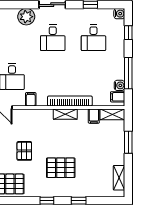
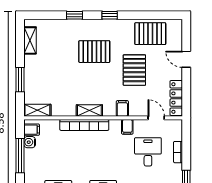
filing cabinet: (94, 116) -> (122, 108), moved
pallet: (24, 151) -> (134, 70), width x1.50, depth x1.42

